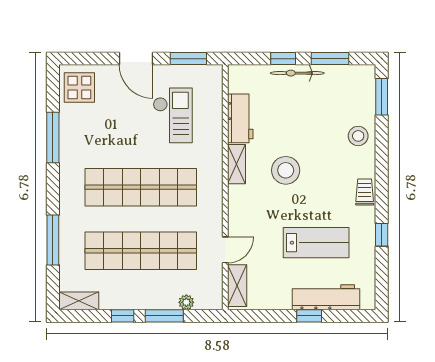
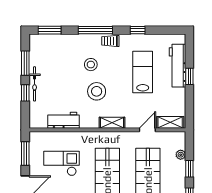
stool: (358, 136) -> (91, 65), moved
shelving: (236, 164) -> (112, 123), moved
window: (382, 168) -> (95, 30), added
door: (225, 250) -> (147, 130), hinge flipped
window: (164, 316) -> (189, 169), width x0.67

